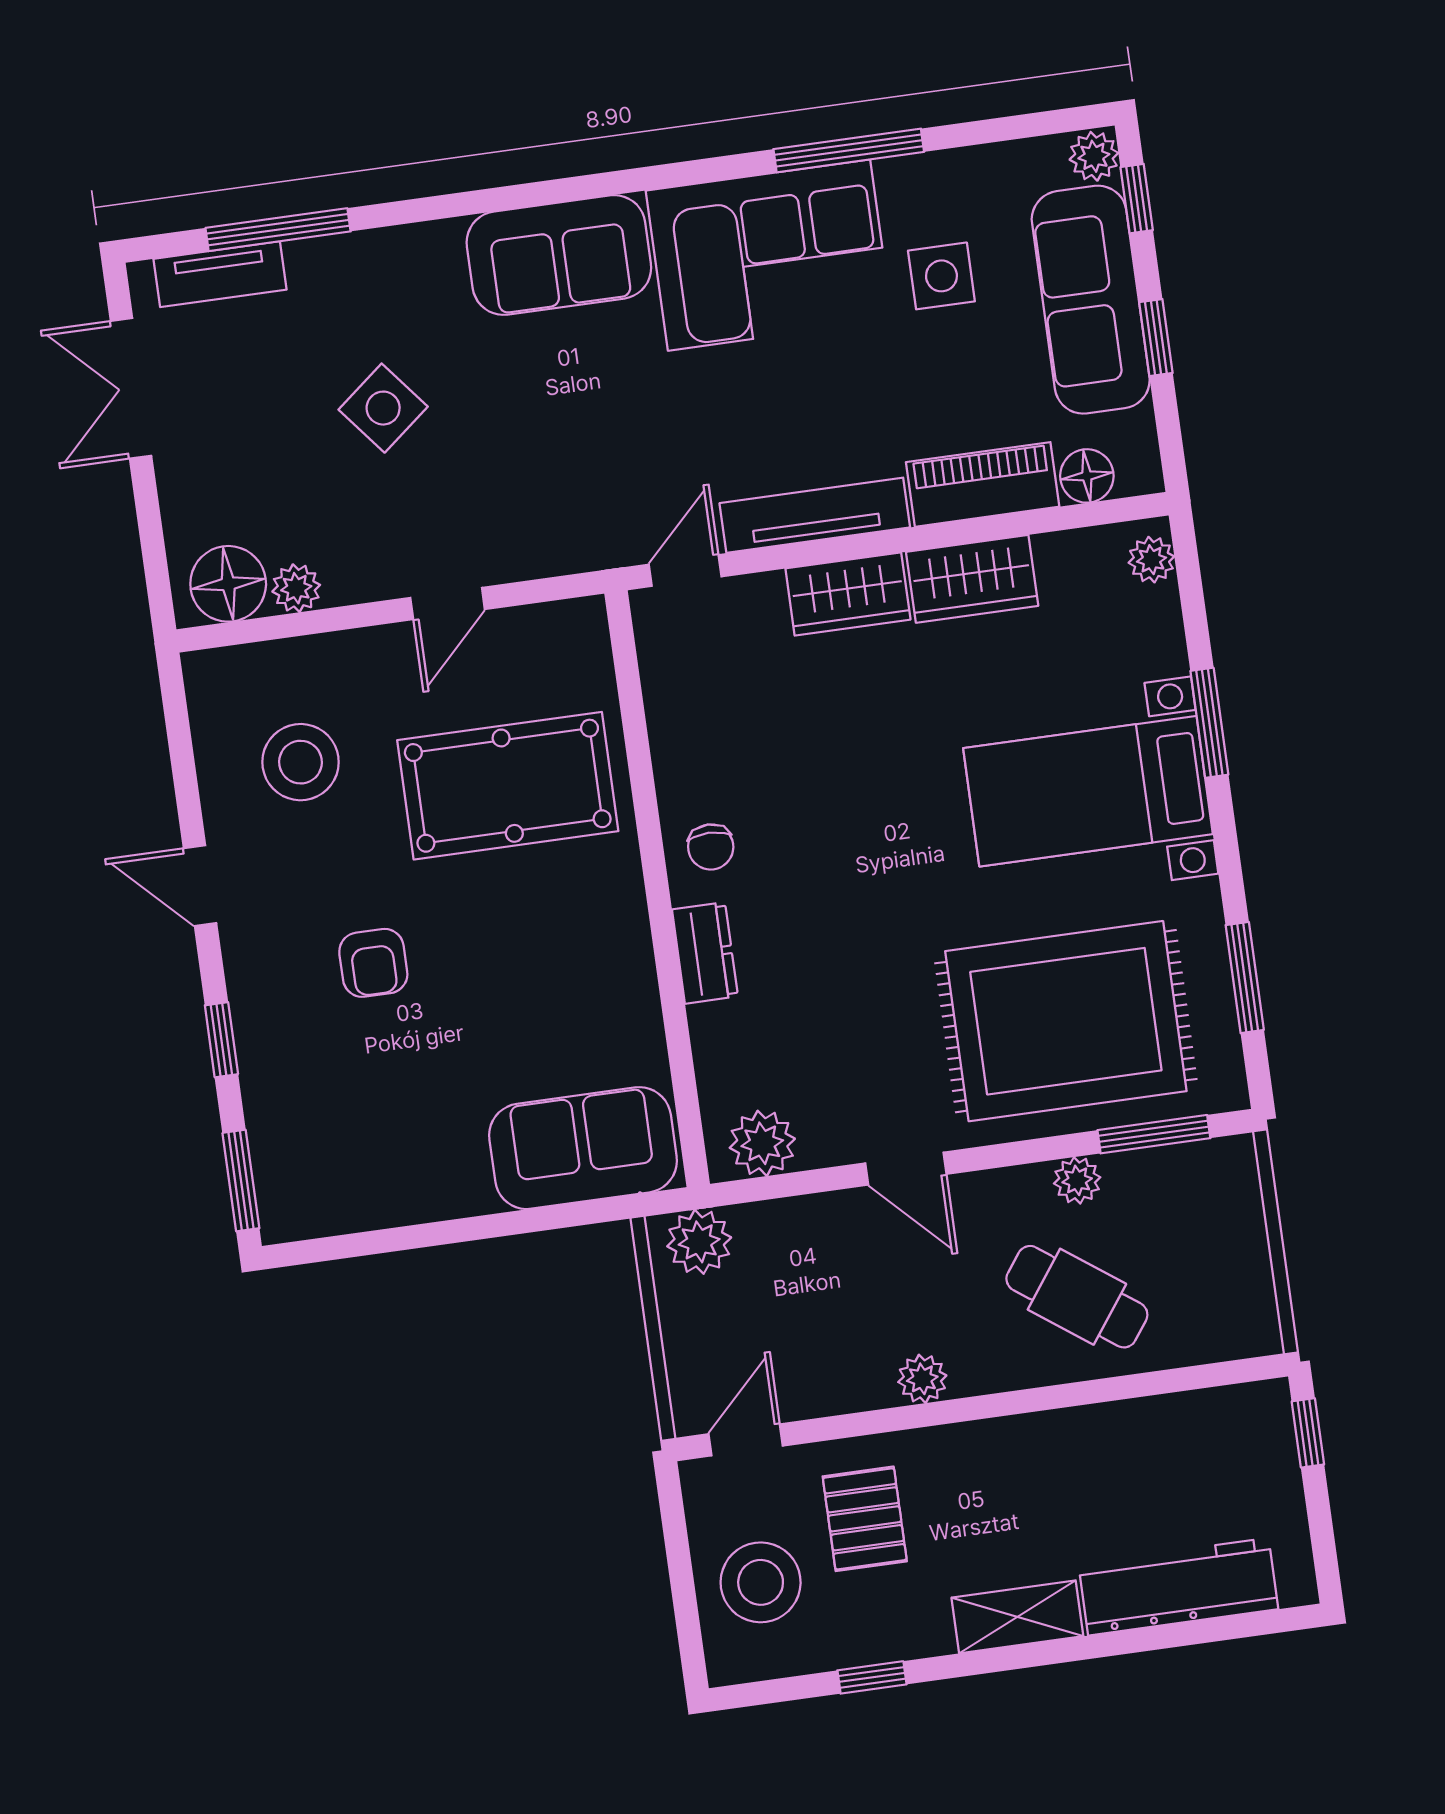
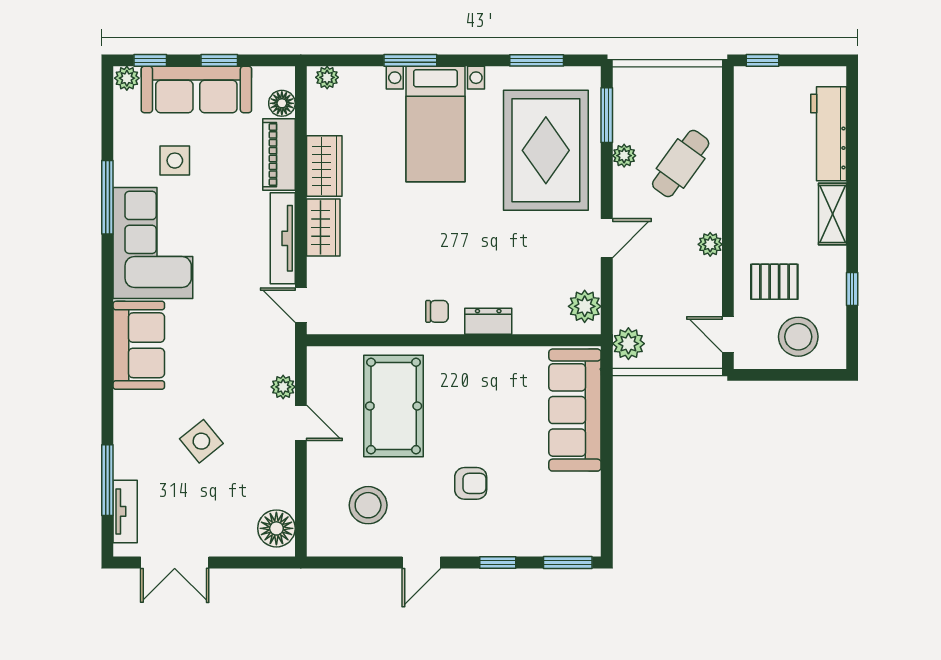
plant: (296, 588) -> (283, 387), moved
sofa: (583, 1148) -> (575, 410), width x1.36

